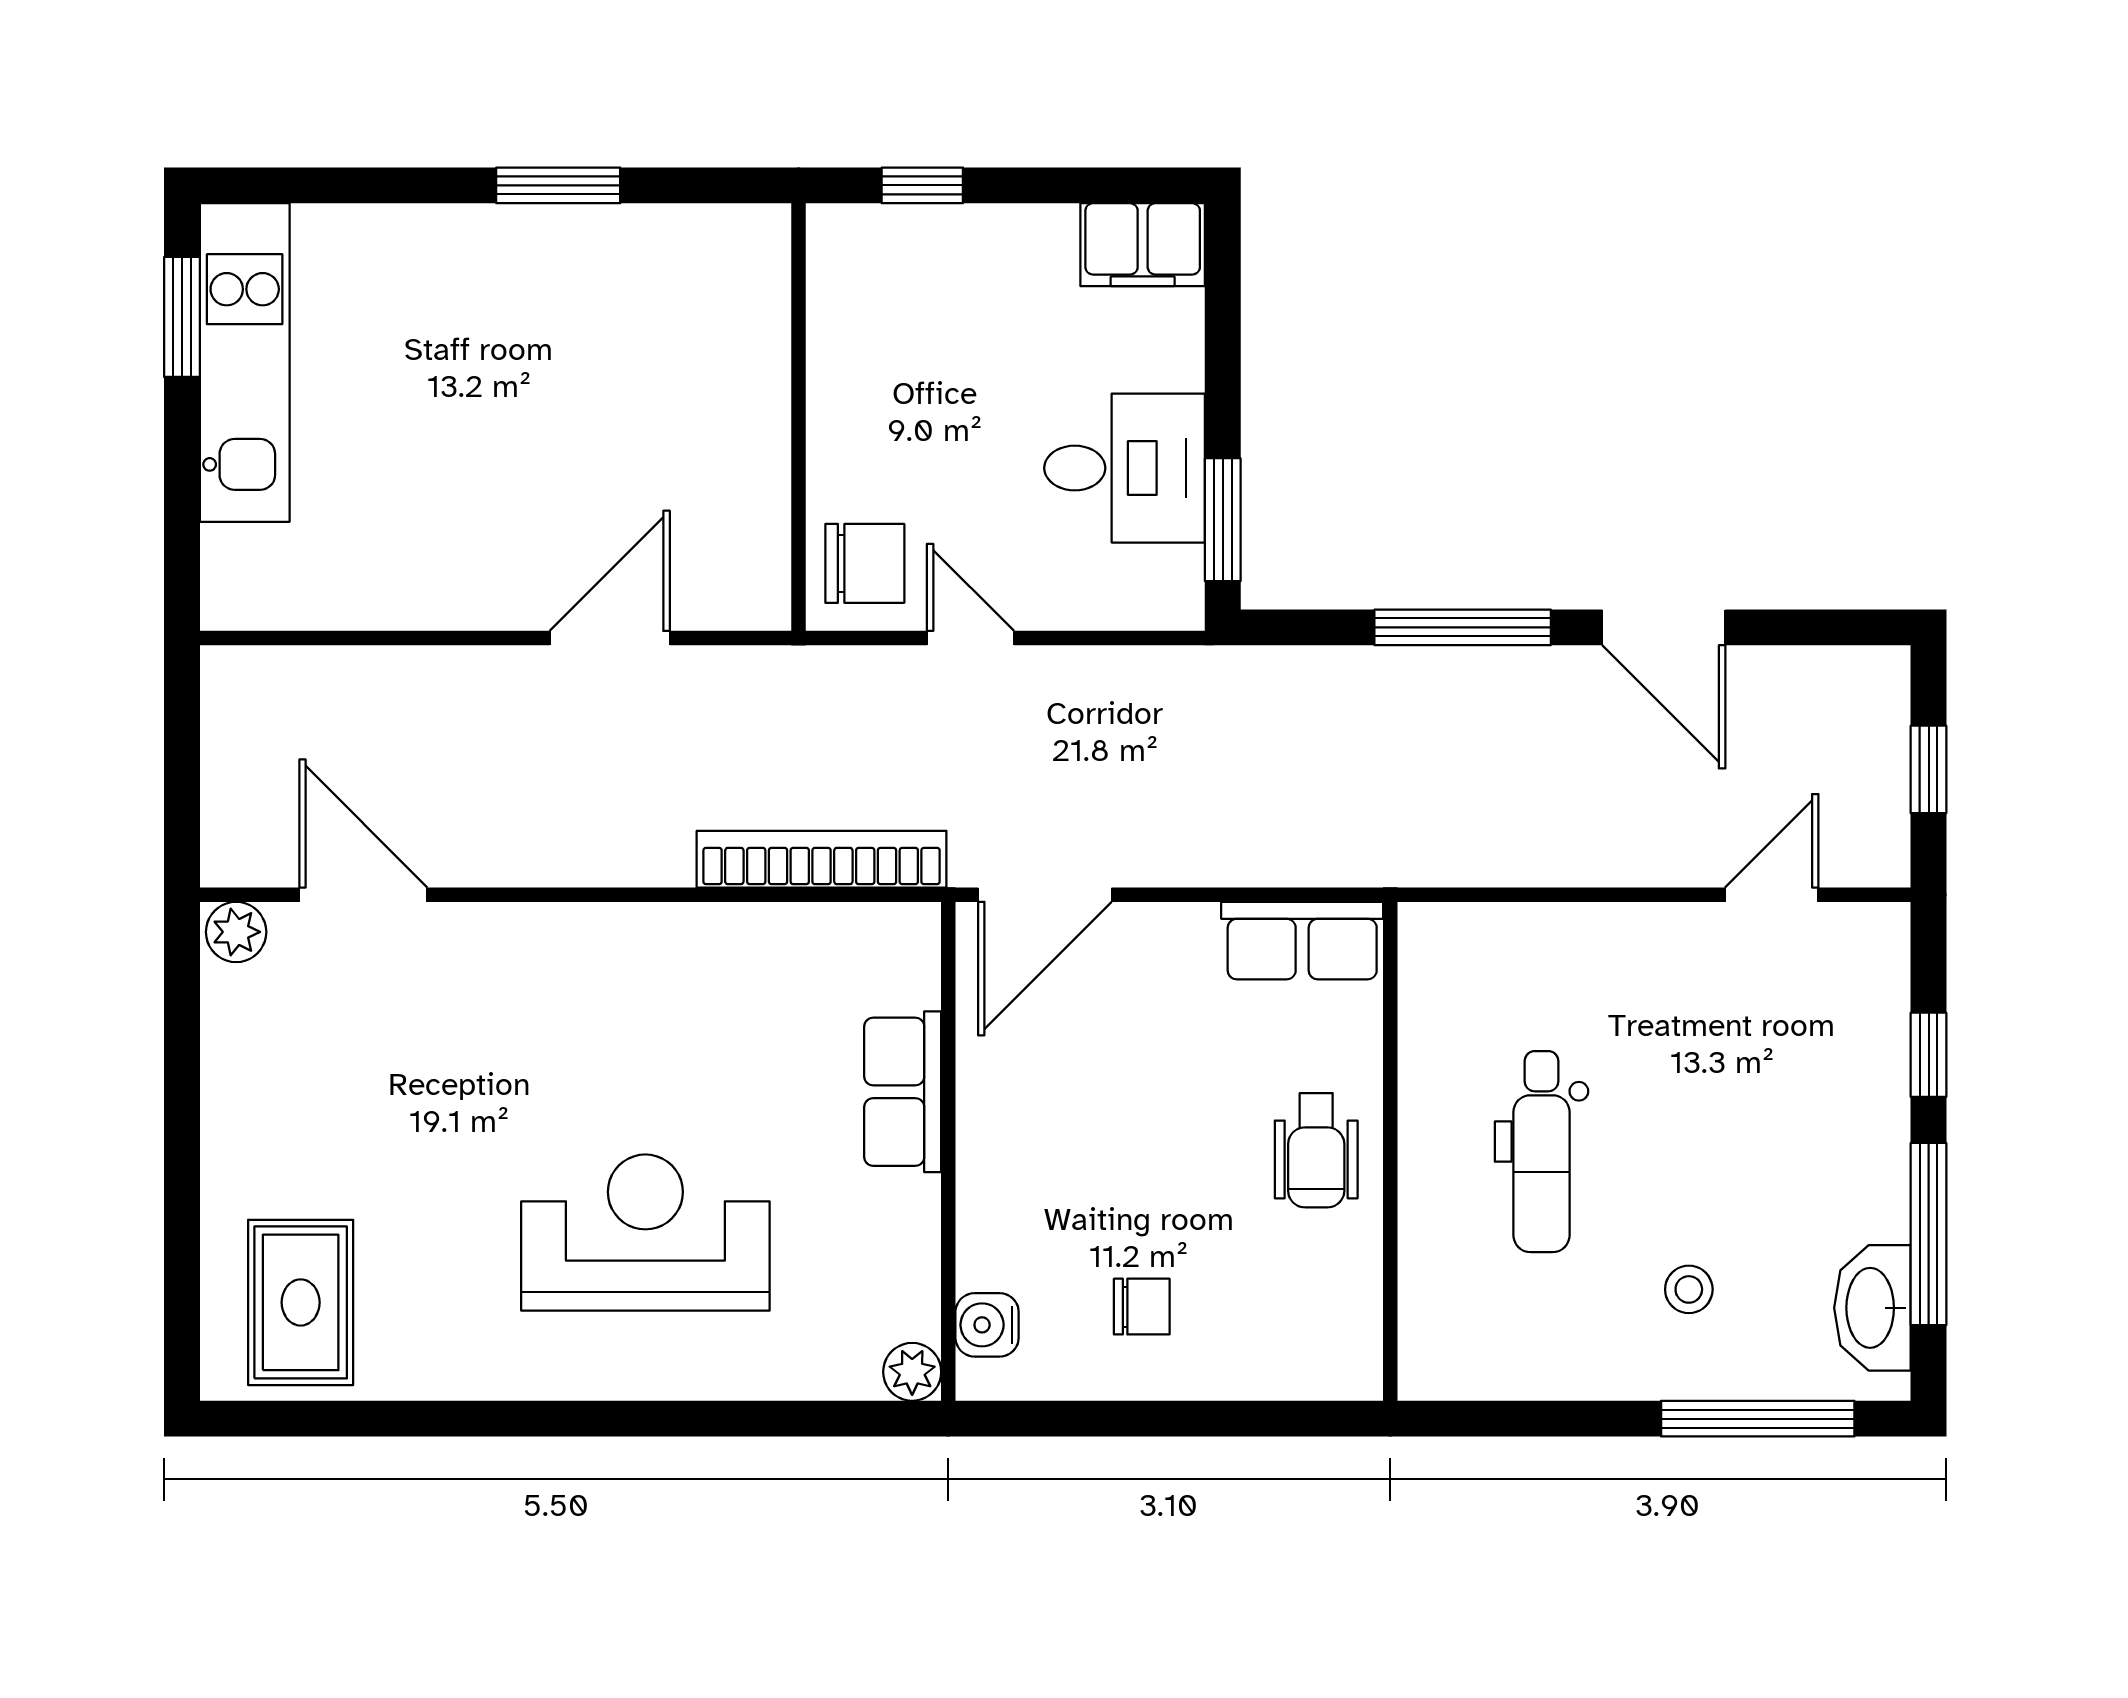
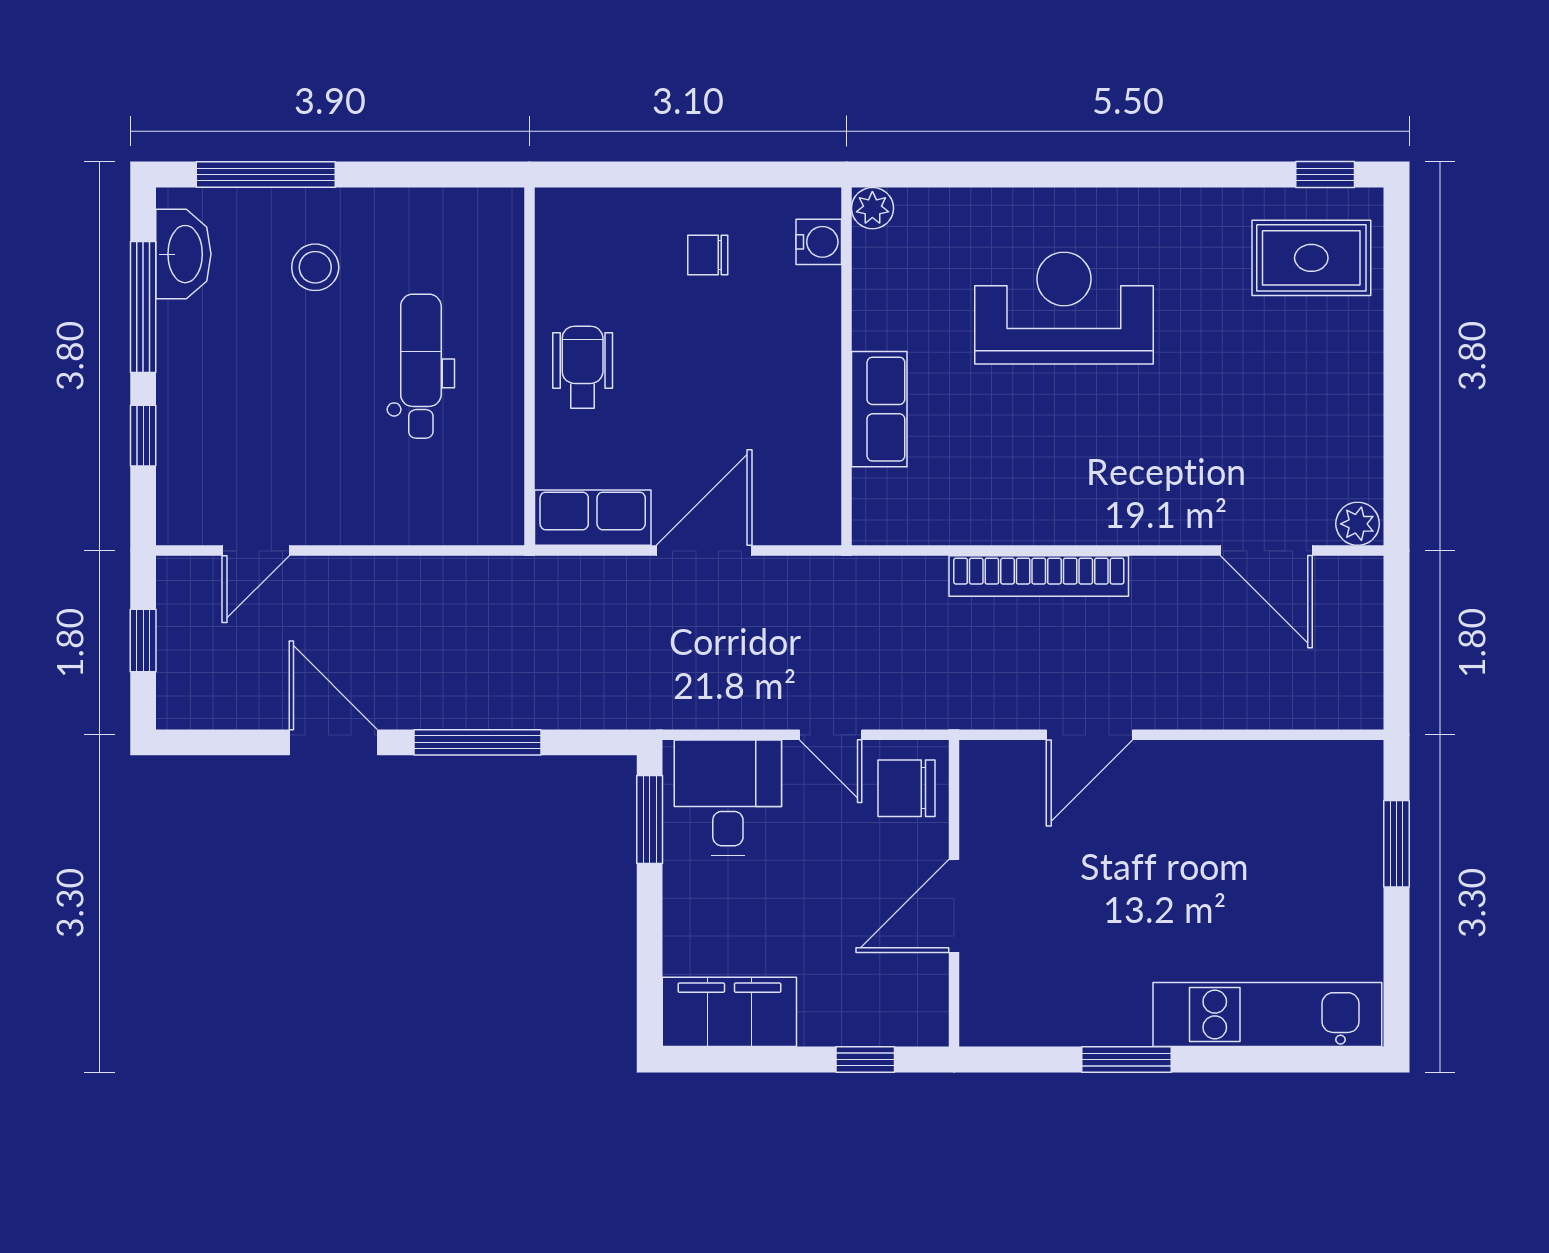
filing cabinet: (1143, 245) -> (729, 1012), width x1.50, depth x1.17
window: (182, 317) -> (1396, 844), moved
kitchen unit: (245, 362) -> (1267, 1014), moved, turned 90
door: (799, 399) -> (954, 906), added
desk: (1125, 468) -> (728, 797), moved, turned 90
bookcase: (822, 859) -> (1039, 576), moved
door: (1045, 895) -> (704, 551), moved
reception desk: (645, 1233) -> (1064, 308), turned 180
stool: (1689, 1289) -> (315, 267), width x1.37, depth x1.37
rug: (301, 1302) -> (1311, 258), turned 90
window: (282, 1419) -> (1325, 175), added

